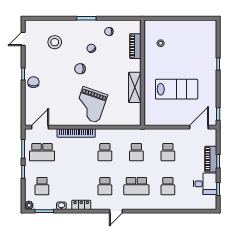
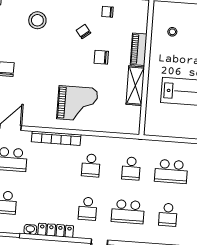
piano: (135, 46) -> (139, 49), moved
chair: (80, 69) -> (101, 57), moved
grand piano: (91, 105) -> (77, 104), turned -109
school desk: (168, 152) -> (171, 171), width x1.85
locker: (81, 205) -> (56, 230), width x1.53

